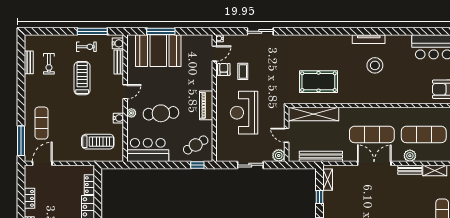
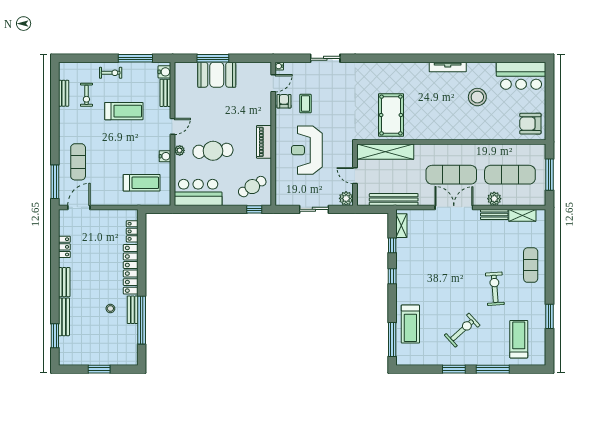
exercise bike: (86, 47) -> (111, 73), moved
booth: (158, 51) -> (217, 75), width x0.73, depth x0.70
stool: (375, 65) -> (477, 97), moved
treadmill: (82, 78) -> (124, 111), turned 90
pool table: (318, 82) -> (391, 115), turned 90

